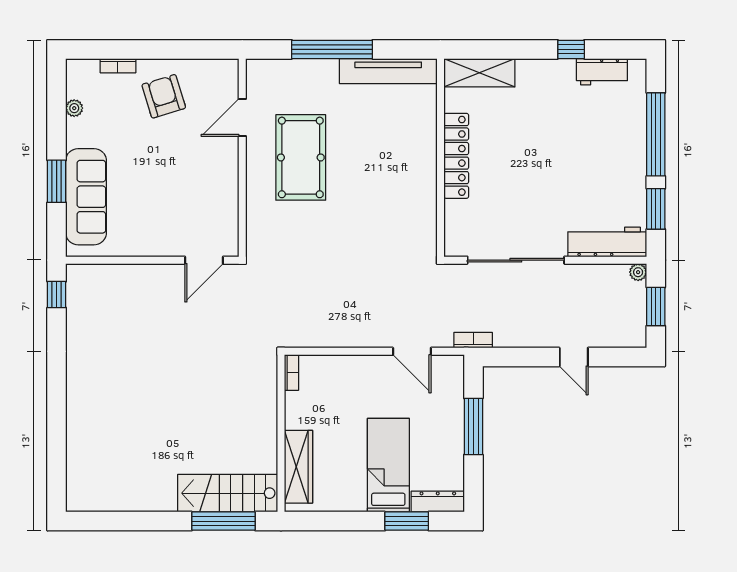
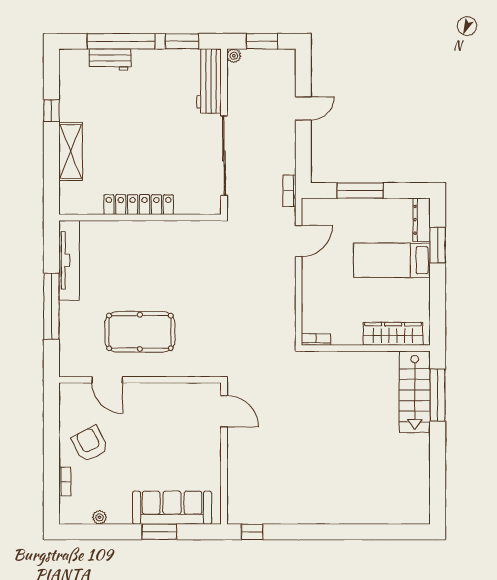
workbench: (602, 72) -> (110, 60), moved, turned 90
shelving: (479, 73) -> (71, 151), moved
armchair: (164, 96) -> (90, 444), turned 80

